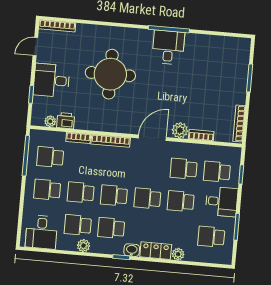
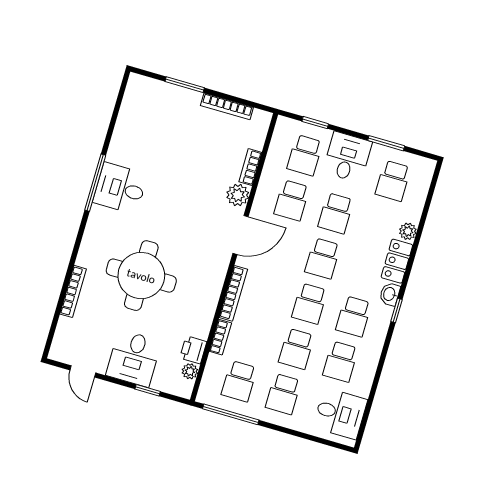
bookcase: (57, 26) -> (73, 291), moved
bookcase: (239, 124) -> (227, 106), moved
door: (152, 138) -> (240, 235), swing flipped
plant: (84, 246) -> (370, 359), removed

